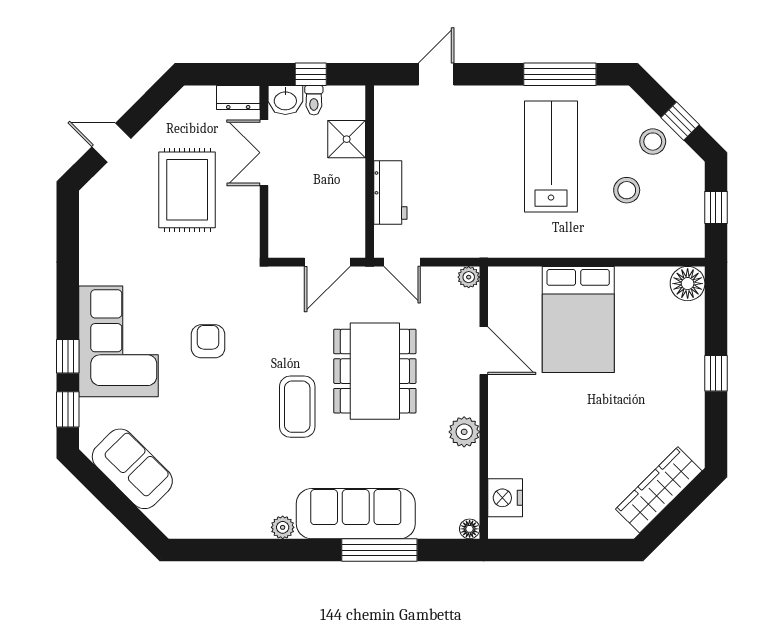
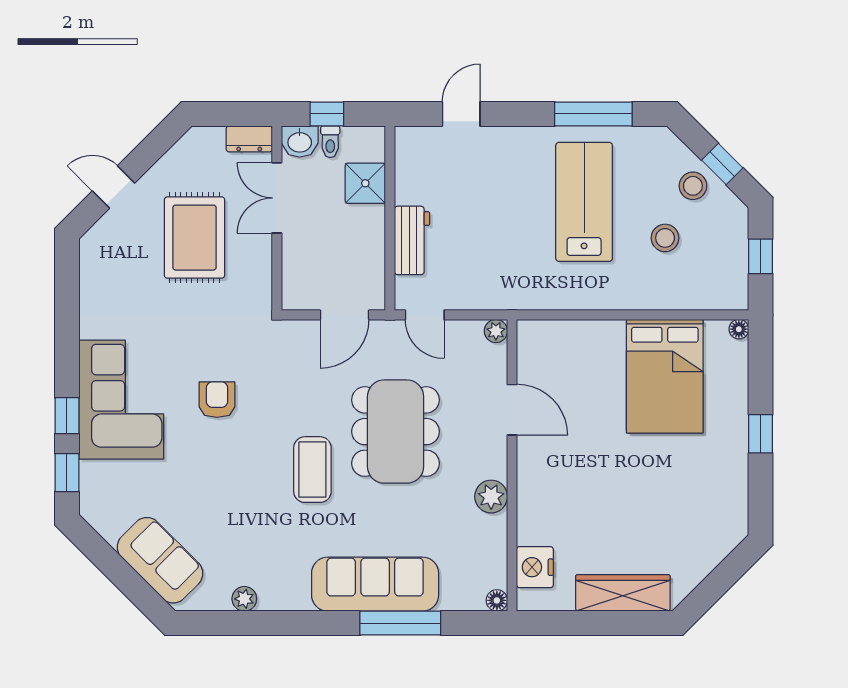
floor lamp: (688, 284) -> (739, 329), width x0.53, depth x0.53
bed: (578, 319) -> (665, 376), moved
sofa: (132, 469) -> (160, 560), moved
wardrobe: (659, 490) -> (623, 593), moved, turned 45
plant: (283, 527) -> (244, 599), moved

